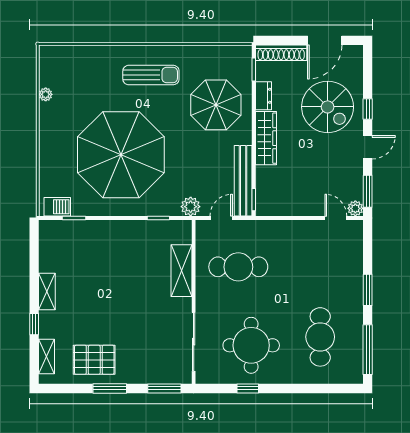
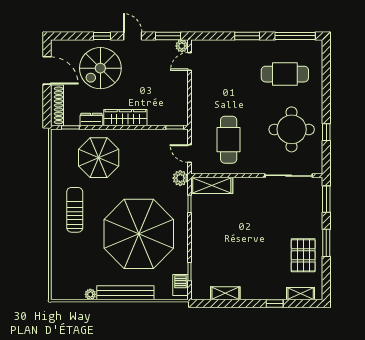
spiral stairs: (328, 107) -> (100, 68), turned 180
bench: (243, 181) -> (125, 293), moved
shelving: (181, 271) -> (212, 185), moved
shelving: (47, 292) -> (225, 293), moved

